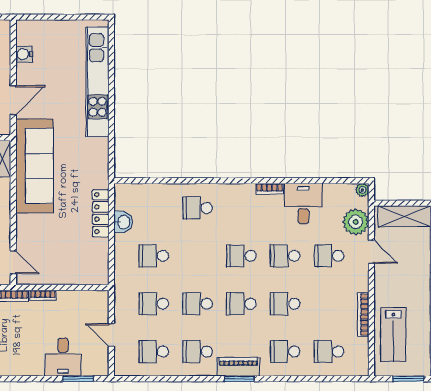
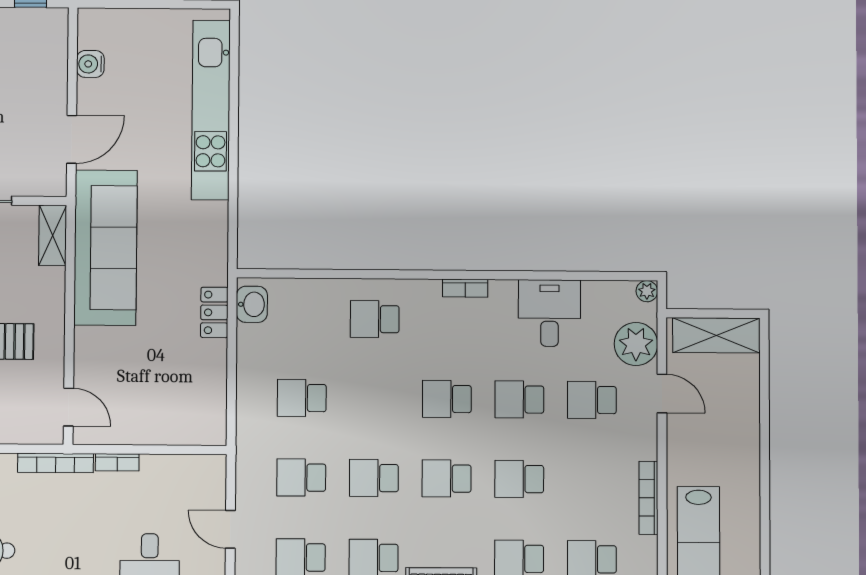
bookcase: (270, 189) -> (465, 288), moved
locker: (101, 213) -> (214, 312), width x0.66
washbasin: (123, 222) -> (252, 304), moved

